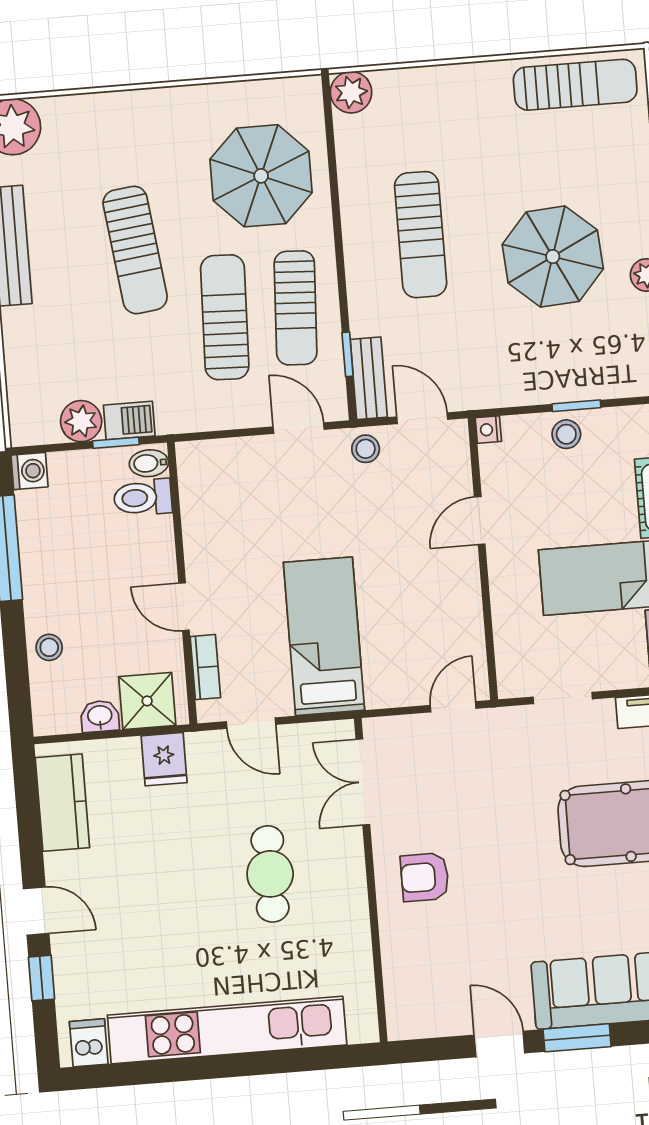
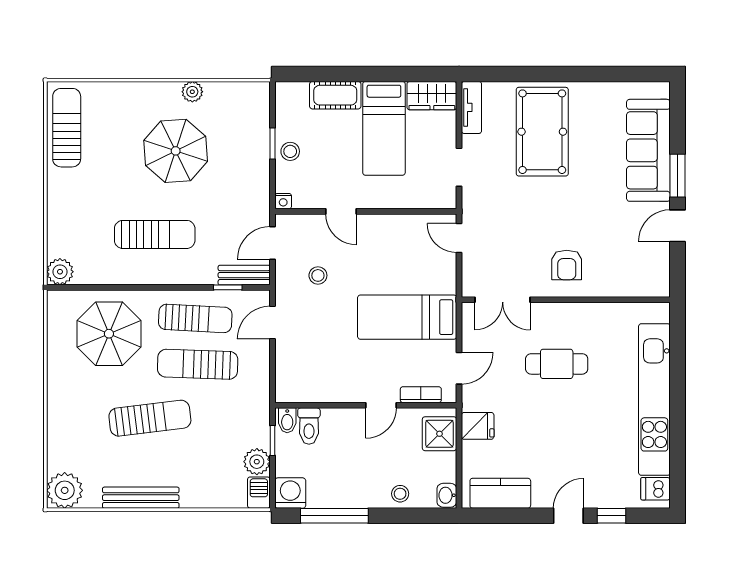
barbecue: (129, 420) -> (259, 493), moved
stool: (366, 449) -> (318, 275), moved
washing machine: (29, 471) -> (290, 493), width x1.38, depth x1.38
washbasin: (100, 716) -> (447, 495), moved

